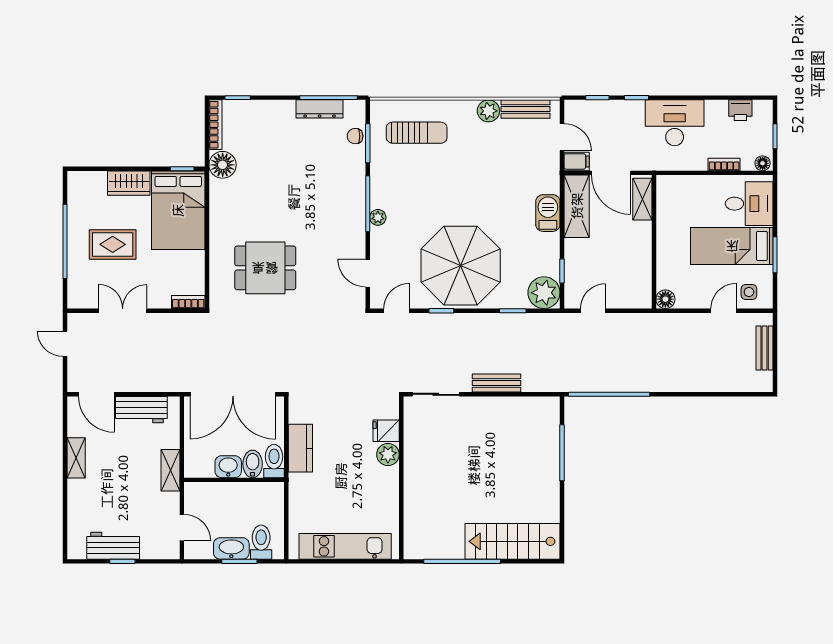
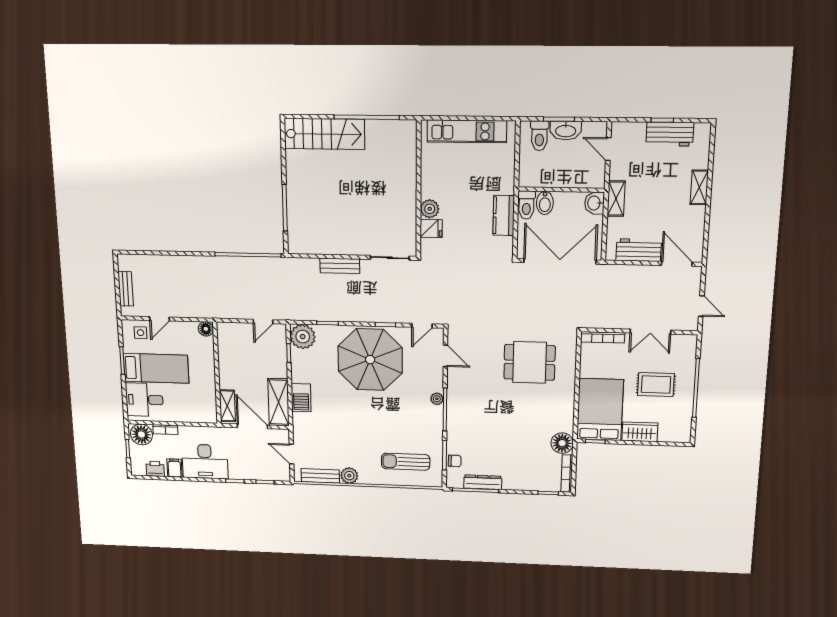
filing cabinet: (577, 161) -> (174, 468), moved, turned 90
floor lamp: (763, 163) -> (141, 434), width x1.89, depth x1.89
bookcase: (188, 302) -> (603, 337), width x1.56
shelving: (76, 458) -> (699, 187), moved
washbasin: (228, 467) -> (594, 203), moved, turned 90

